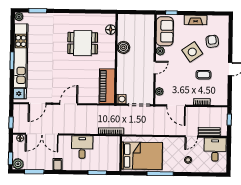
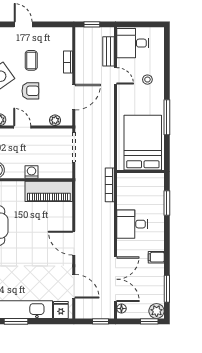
armchair: (181, 74) -> (30, 91), added
washing machine: (121, 99) -> (32, 172), moved

